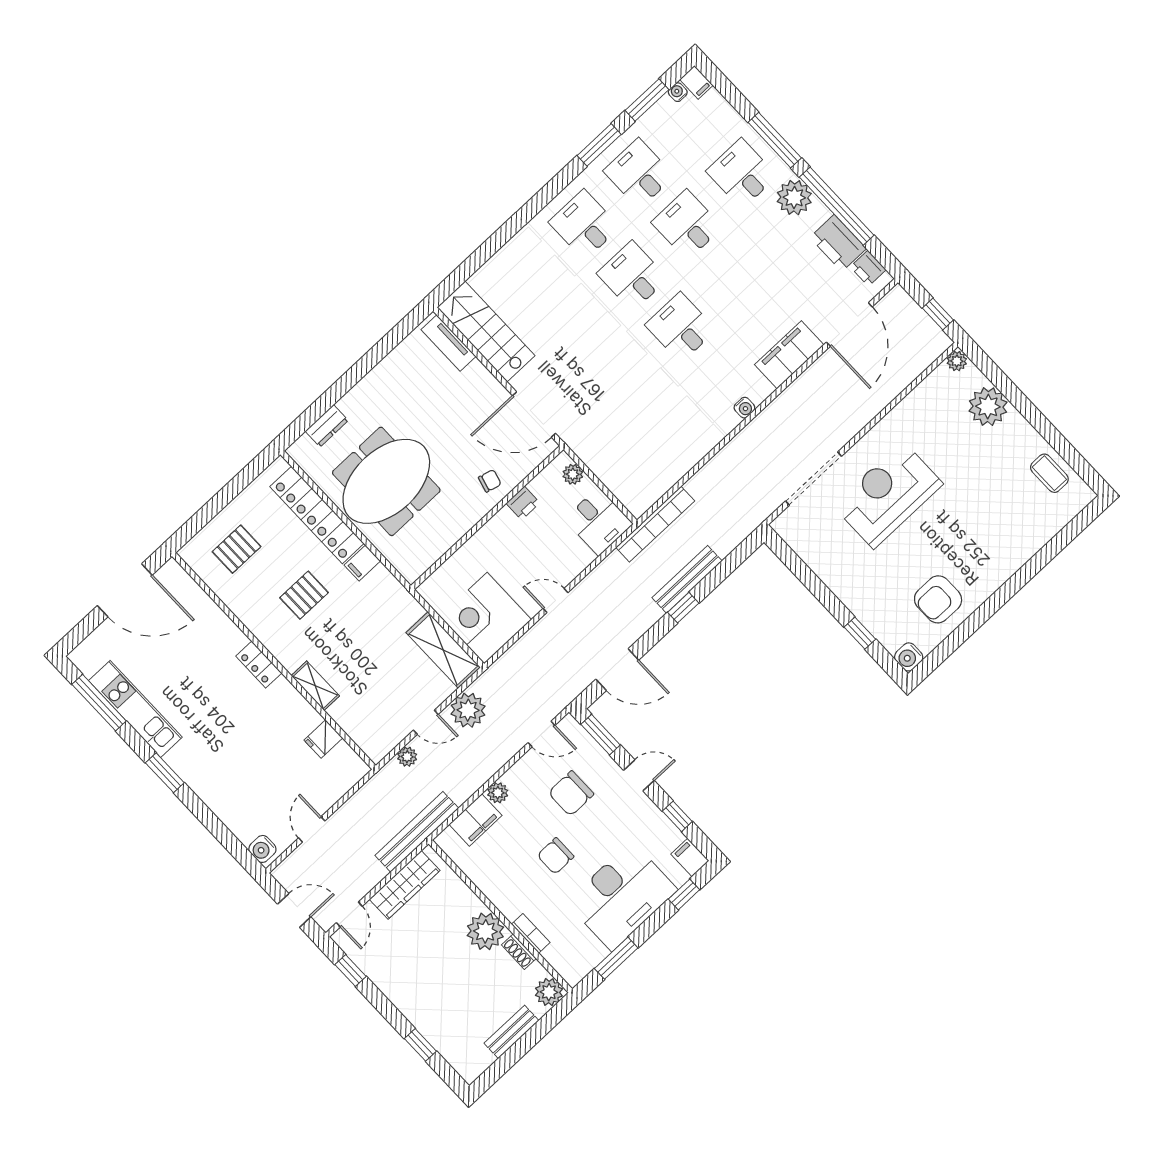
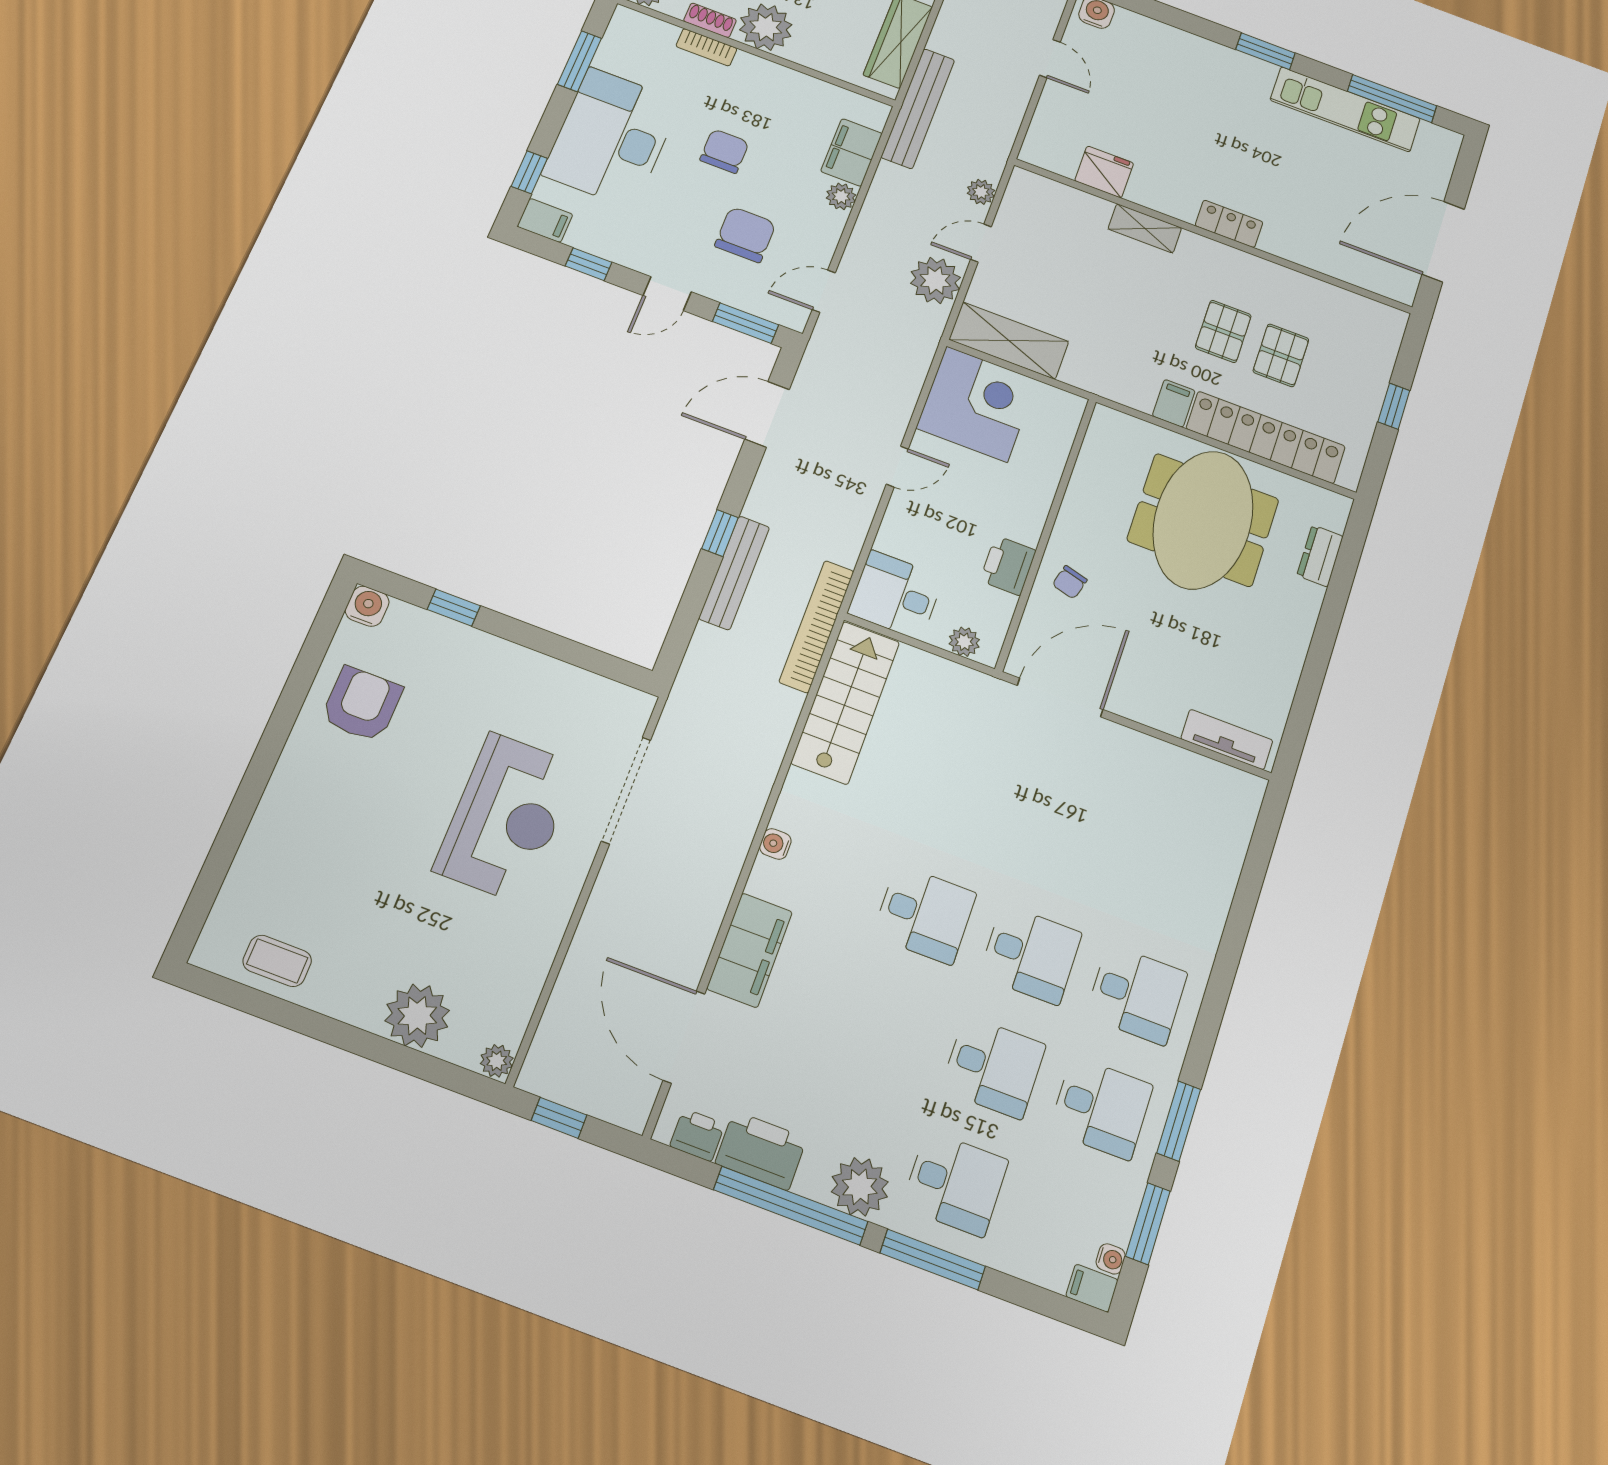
stairs: (486, 331) -> (846, 702), moved, turned -90
window: (223, 498) -> (1394, 406), added
printer: (523, 503) -> (1008, 566), width x1.36, depth x1.24
pallet: (237, 549) -> (1281, 355), moved
fridge: (323, 739) -> (1104, 172), width x1.38

